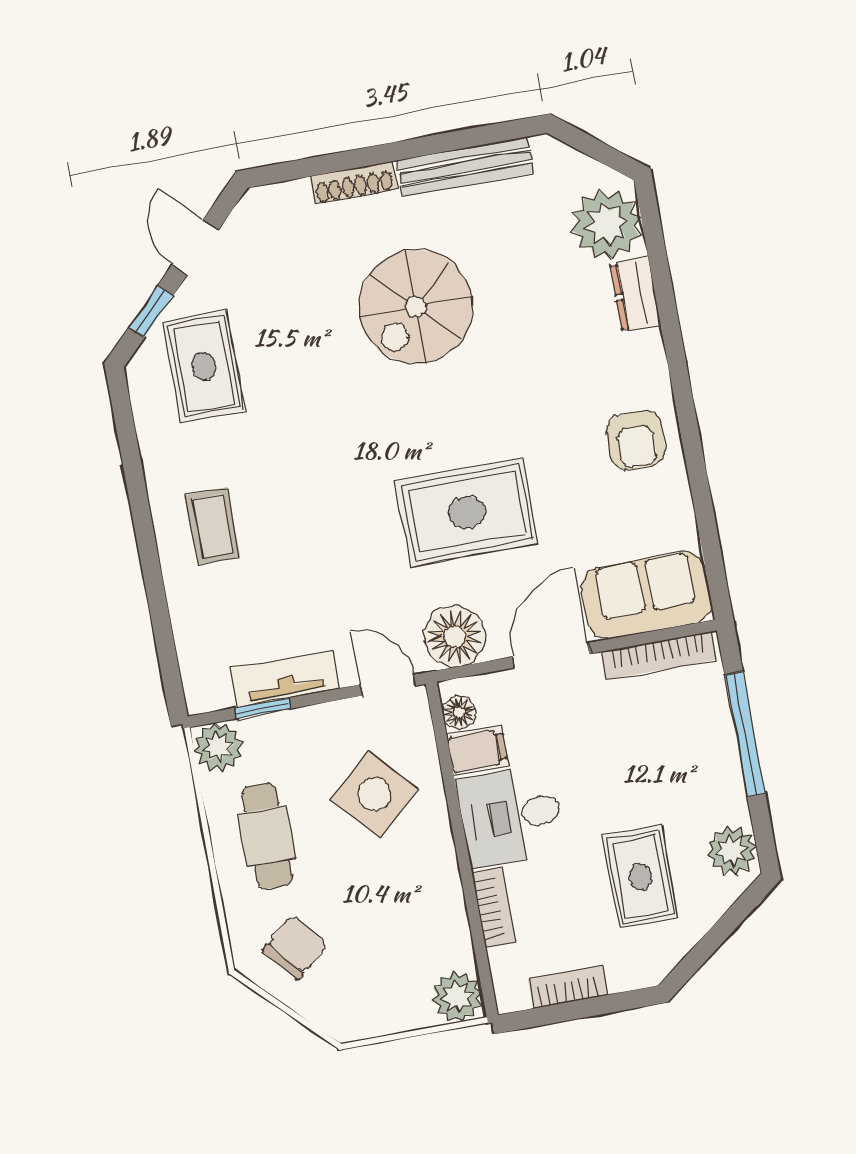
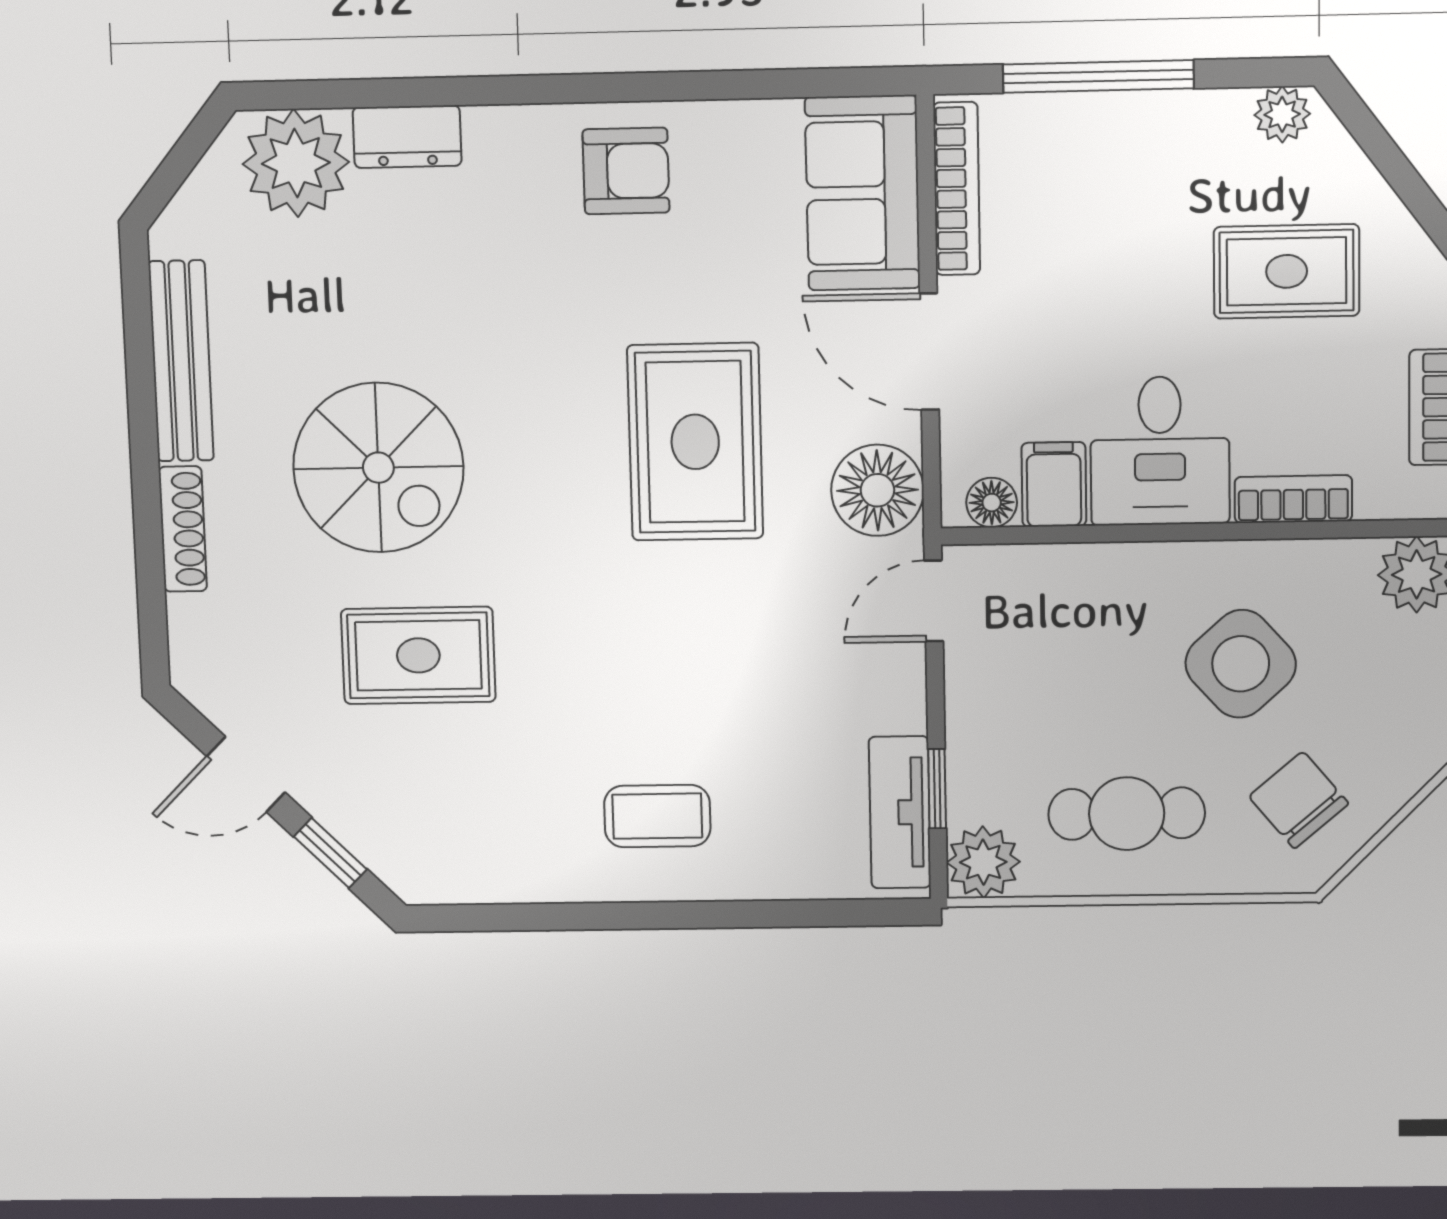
rug: (204, 366) -> (418, 655), moved
tv unit: (285, 679) -> (900, 812), moved
side table: (374, 794) -> (1241, 664), moved
plant: (732, 851) -> (1282, 114), width x0.73, depth x0.73

